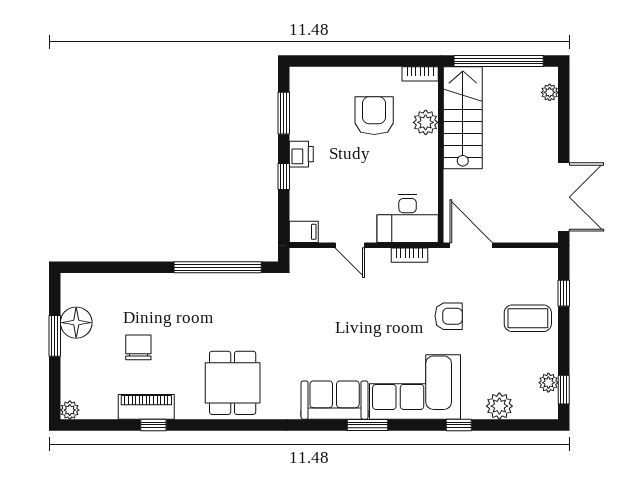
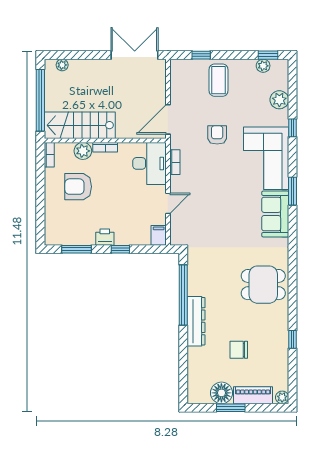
bookcase: (431, 154) -> (105, 147), added
dresser: (180, 286) -> (196, 321), added
piano: (146, 407) -> (253, 395), moved, turned 90

